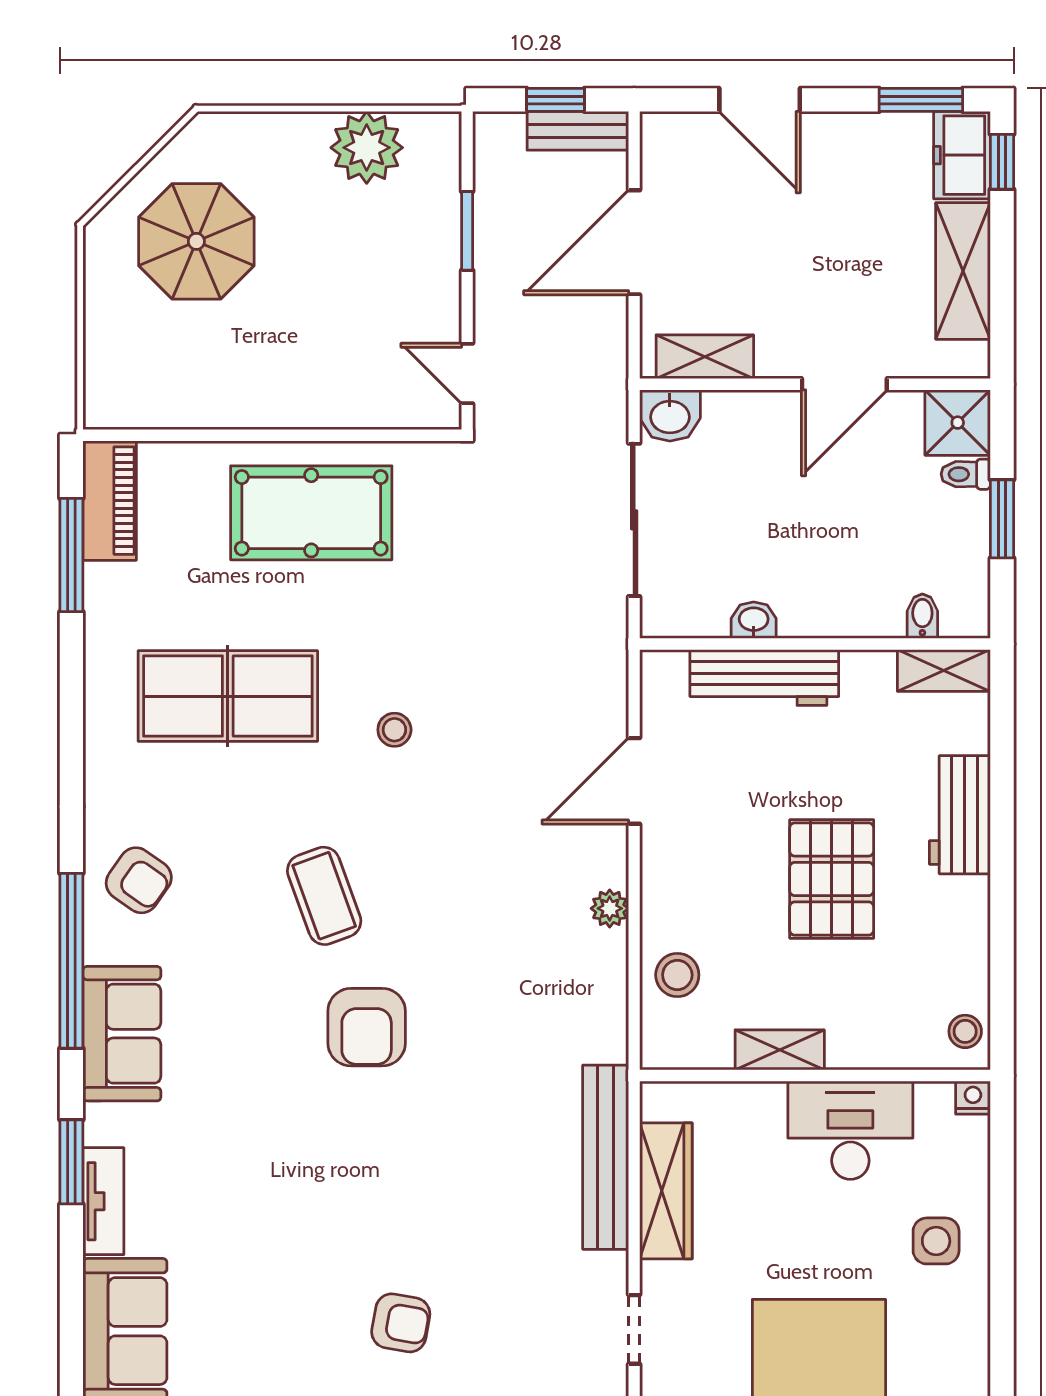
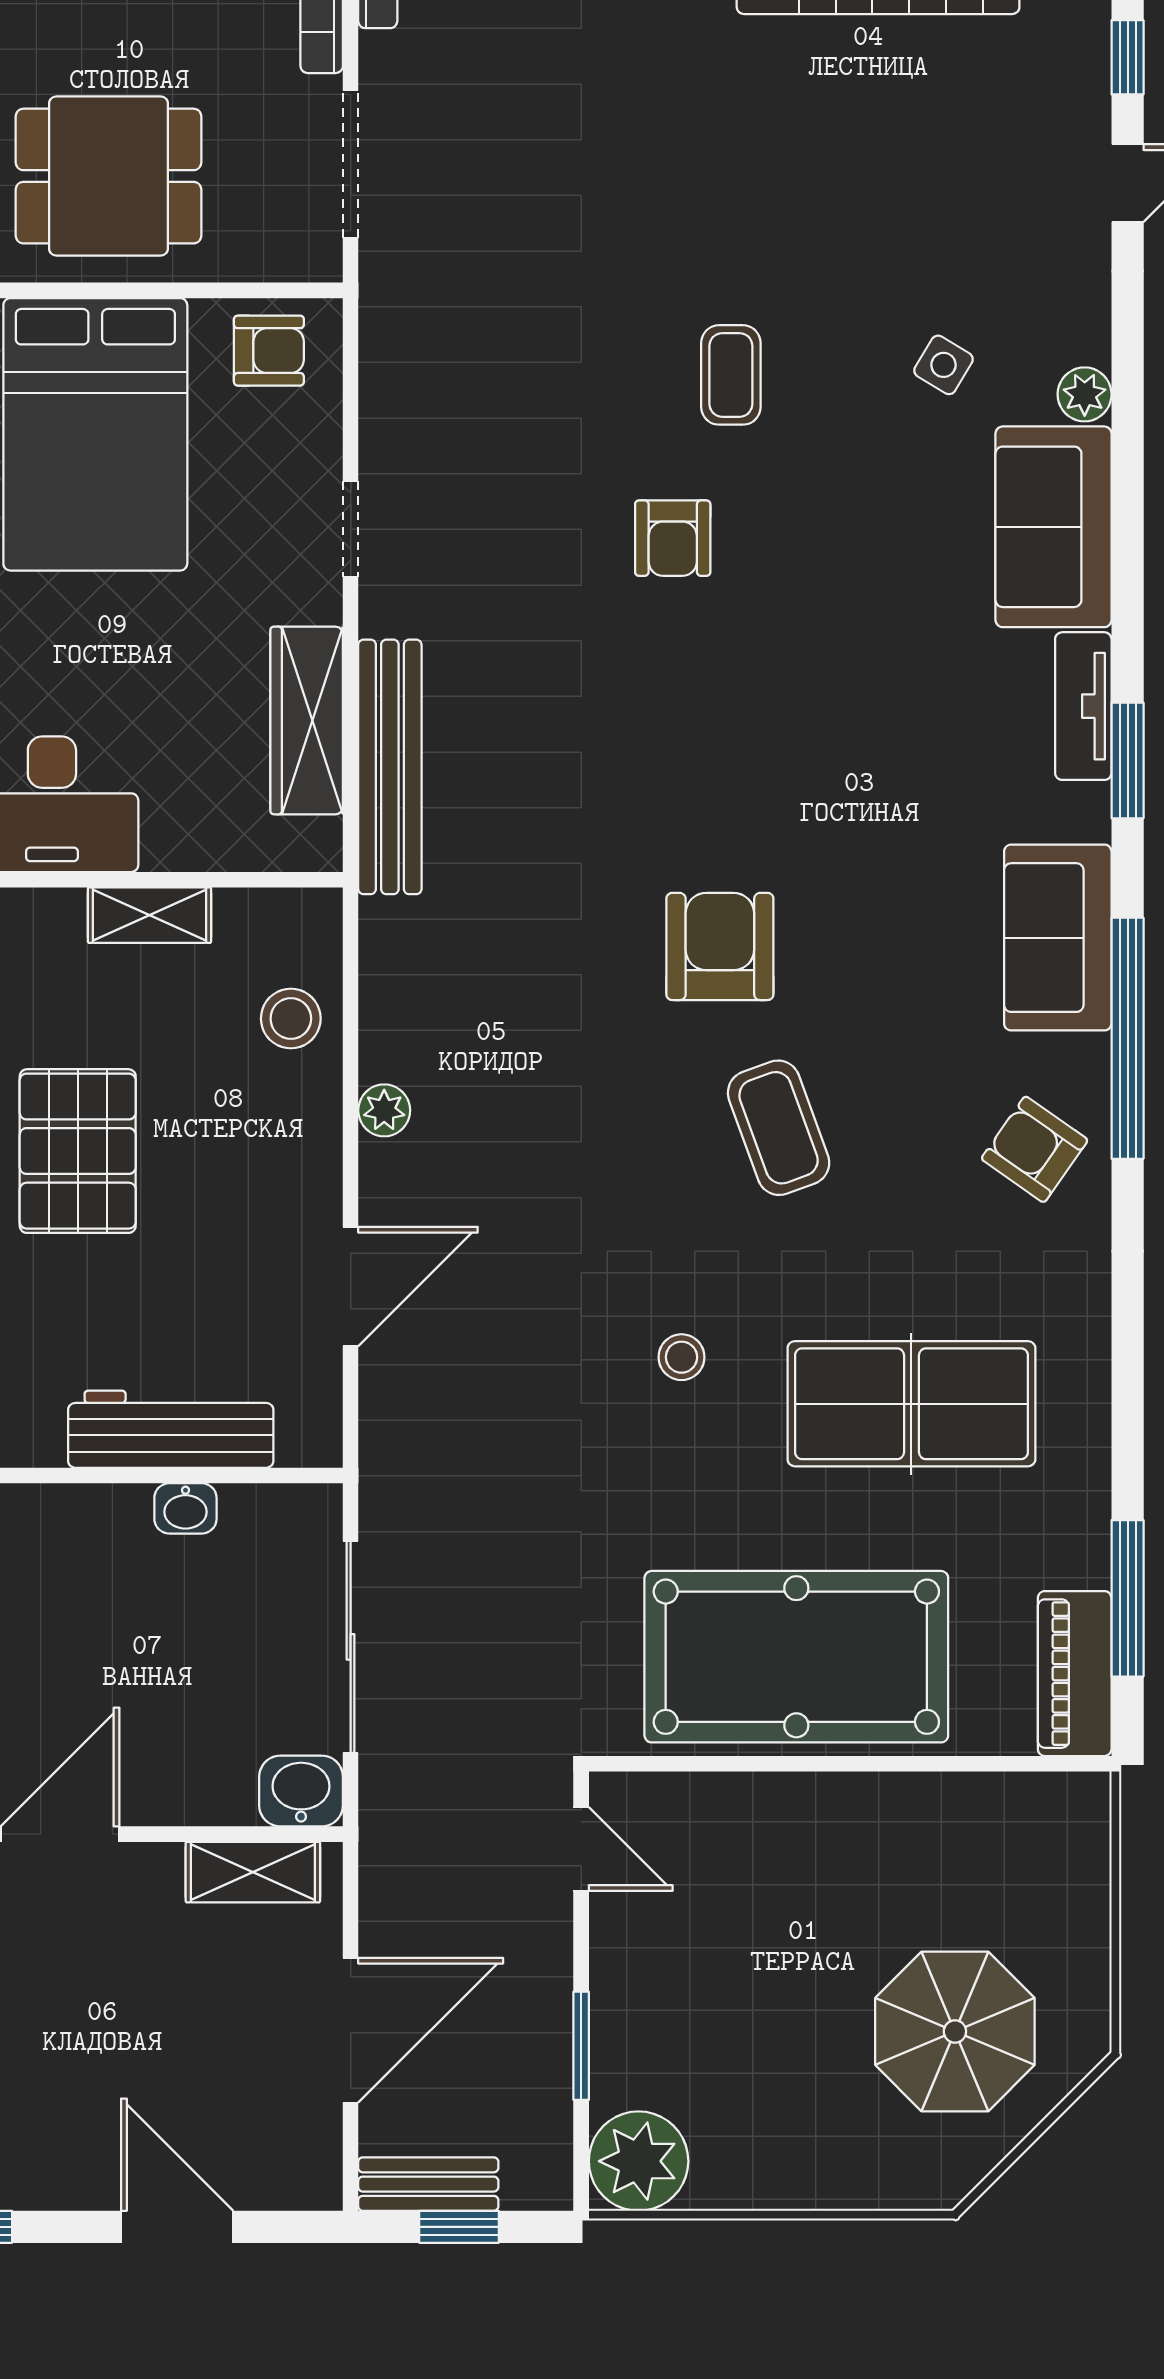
plant: (367, 148) -> (639, 2161), moved
pool table: (311, 513) -> (796, 1657), width x1.36, depth x1.32
armchair: (401, 1323) -> (673, 538), turned -100

